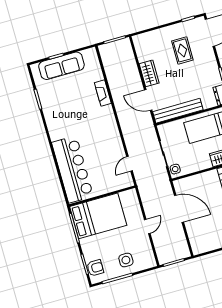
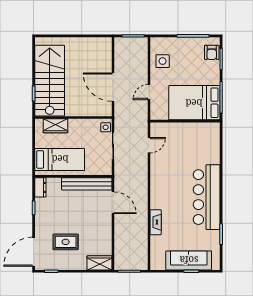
rug: (182, 50) -> (66, 242), turned 90
wardrobe: (149, 73) -> (99, 263), moved, turned 90
bar counter: (72, 169) -> (207, 197), moved
door: (147, 226) -> (149, 92), moved
side table: (126, 260) -> (163, 61), moved
armchair: (95, 268) -> (212, 52), turned -90

